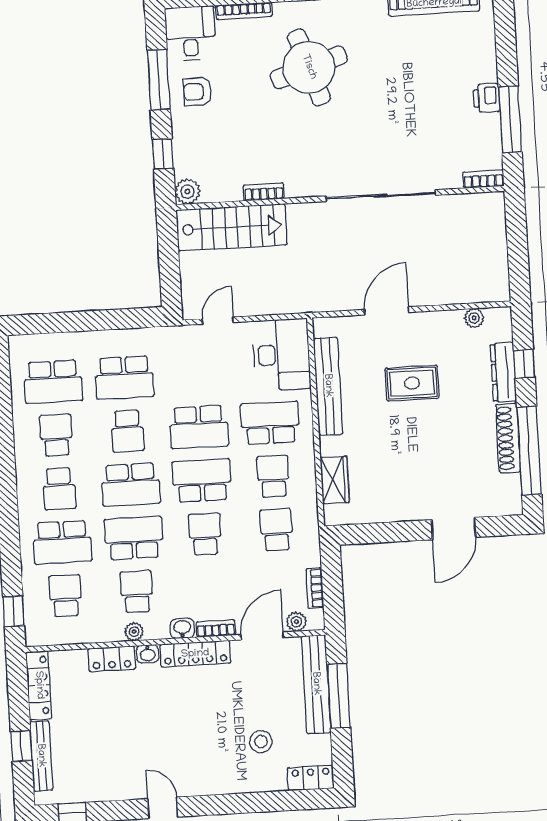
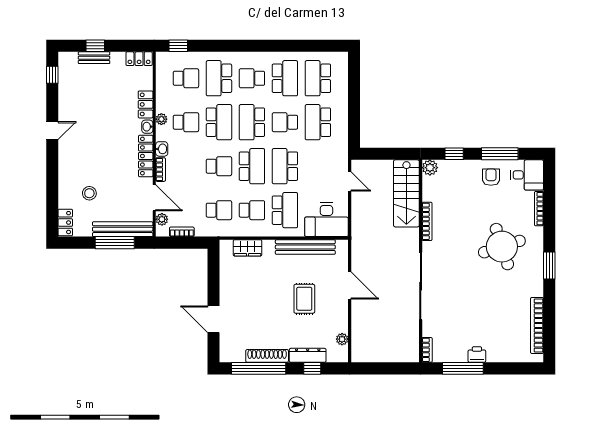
bookcase: (264, 192) -> (427, 221), width x1.56
school desk: (56, 435) -> (285, 78), width x1.85
locker: (39, 685) -> (139, 59), width x0.66
bench: (41, 756) -> (94, 58), width x0.73

